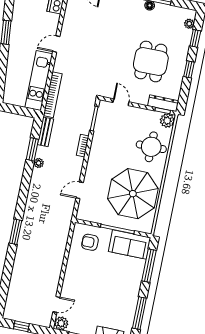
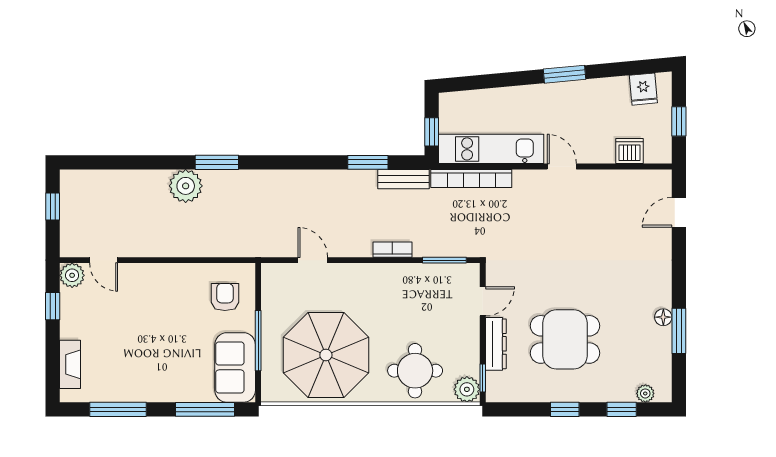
dresser: (163, 103) -> (496, 344), moved
window: (23, 111) -> (432, 132), added
plant: (39, 163) -> (186, 186), moved, width x1.88, depth x1.88

